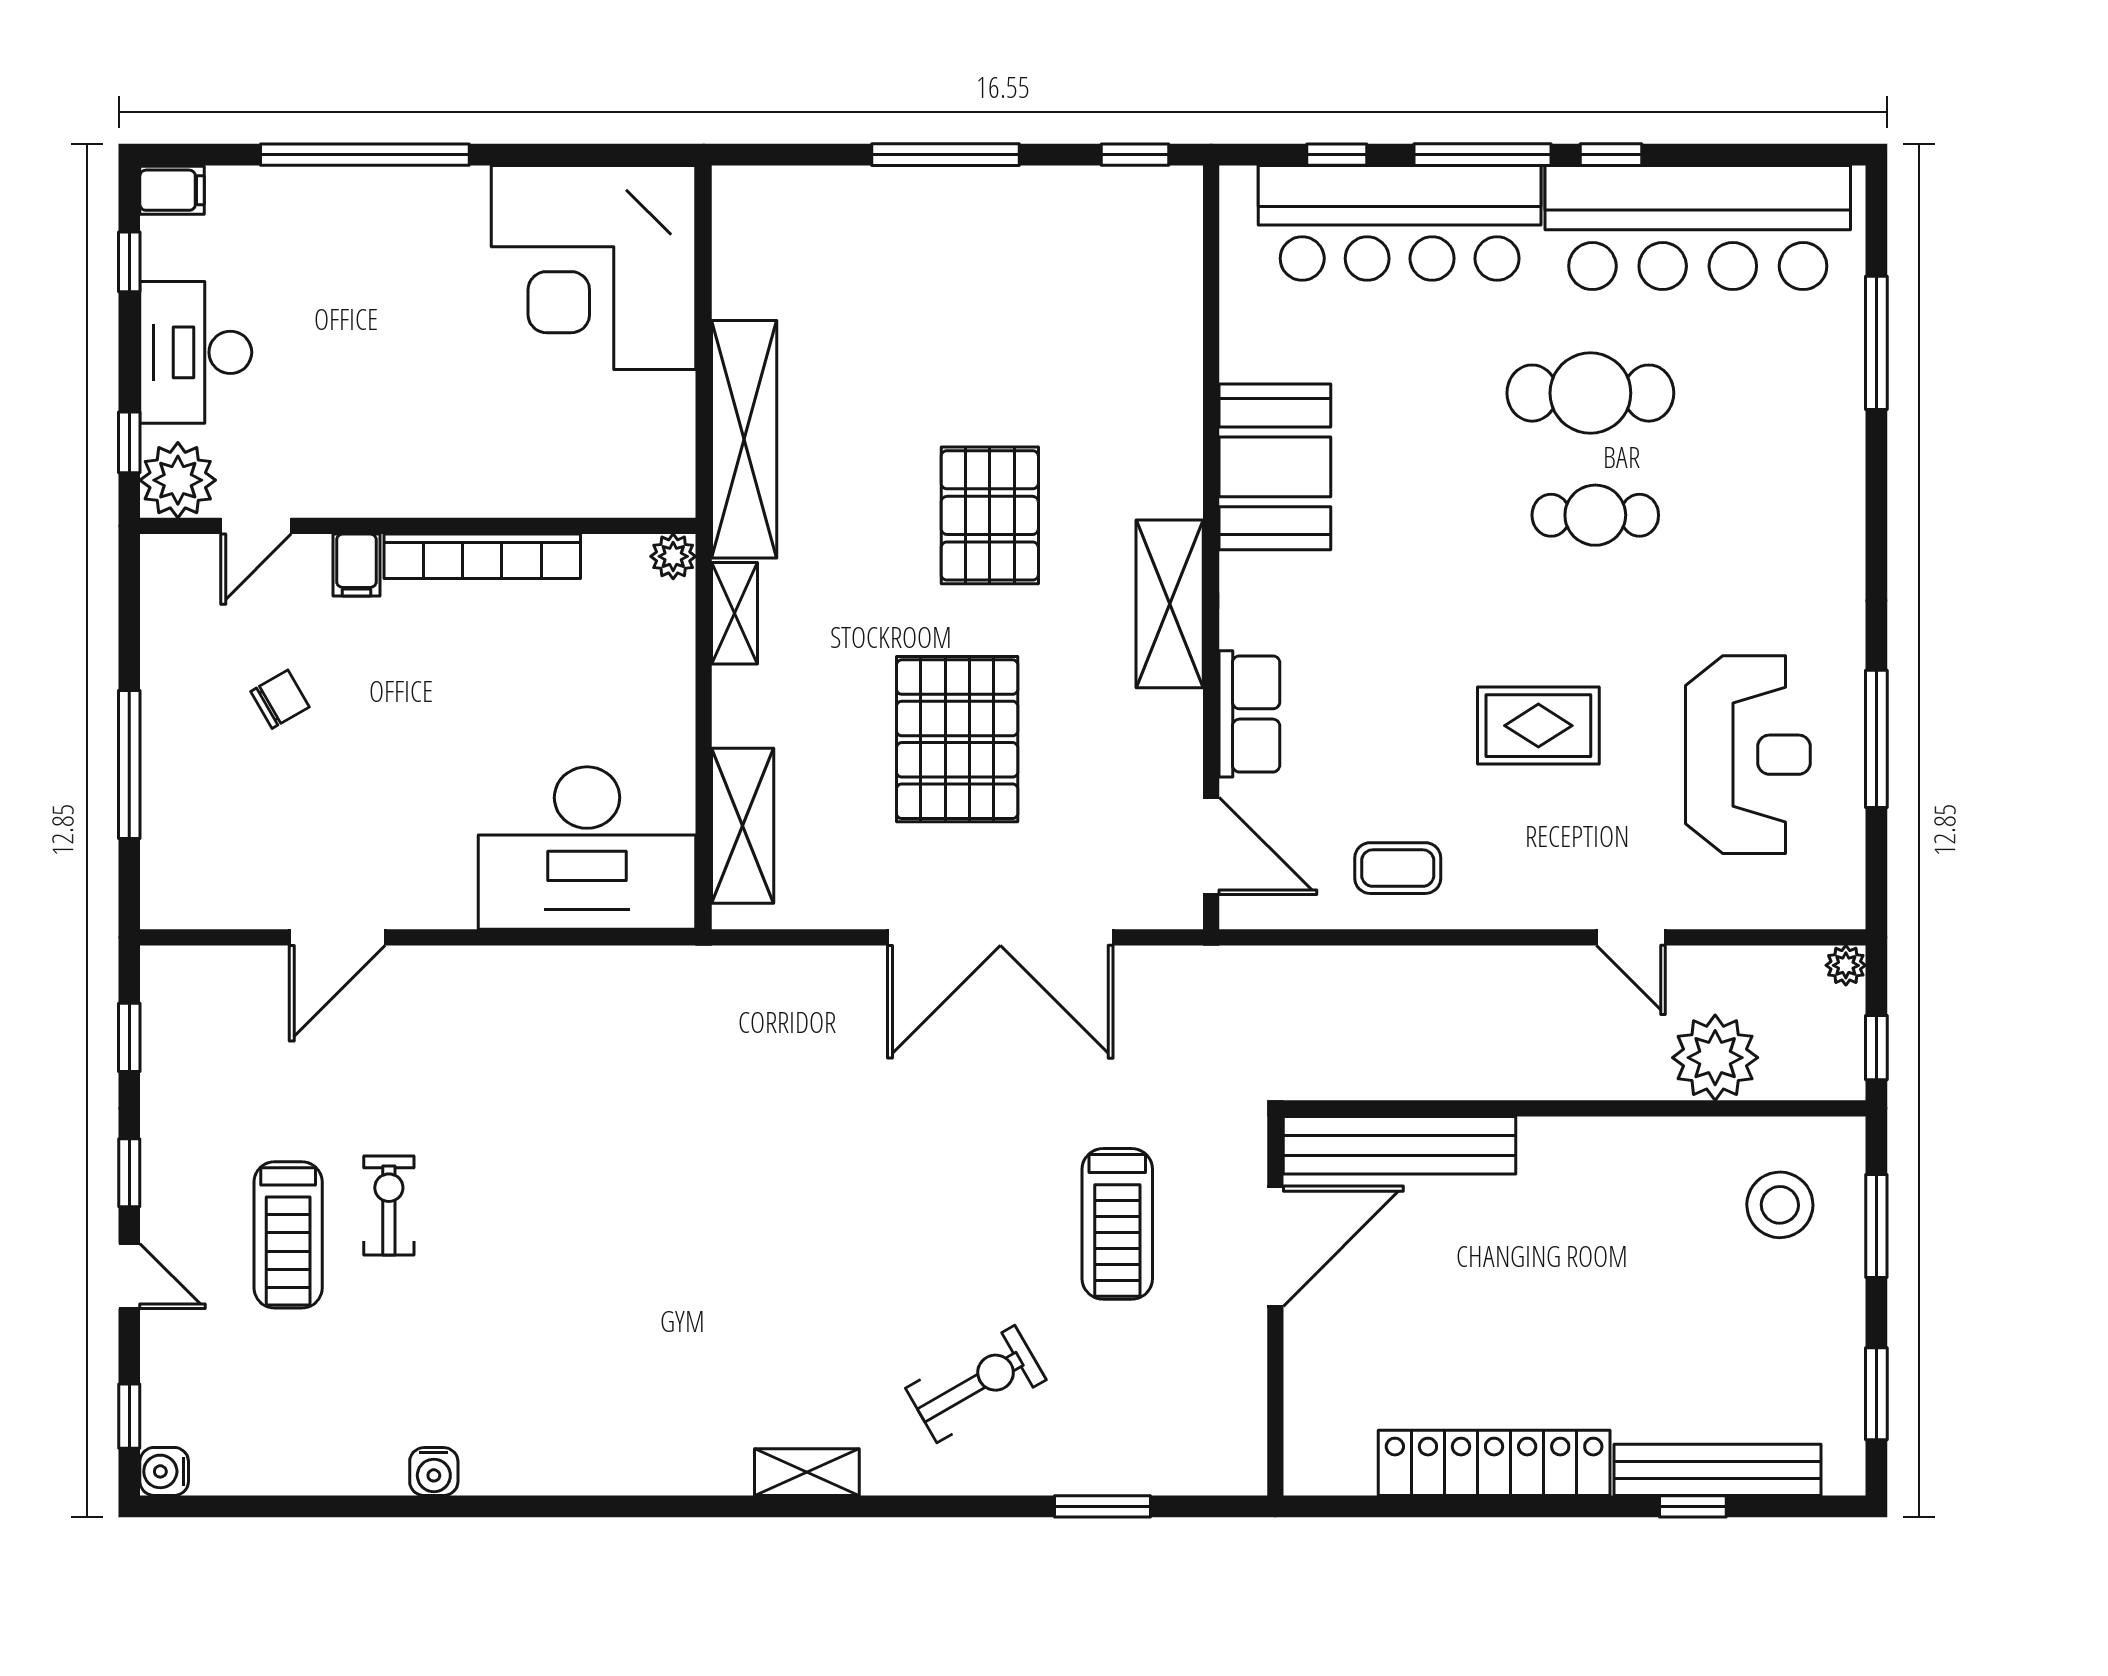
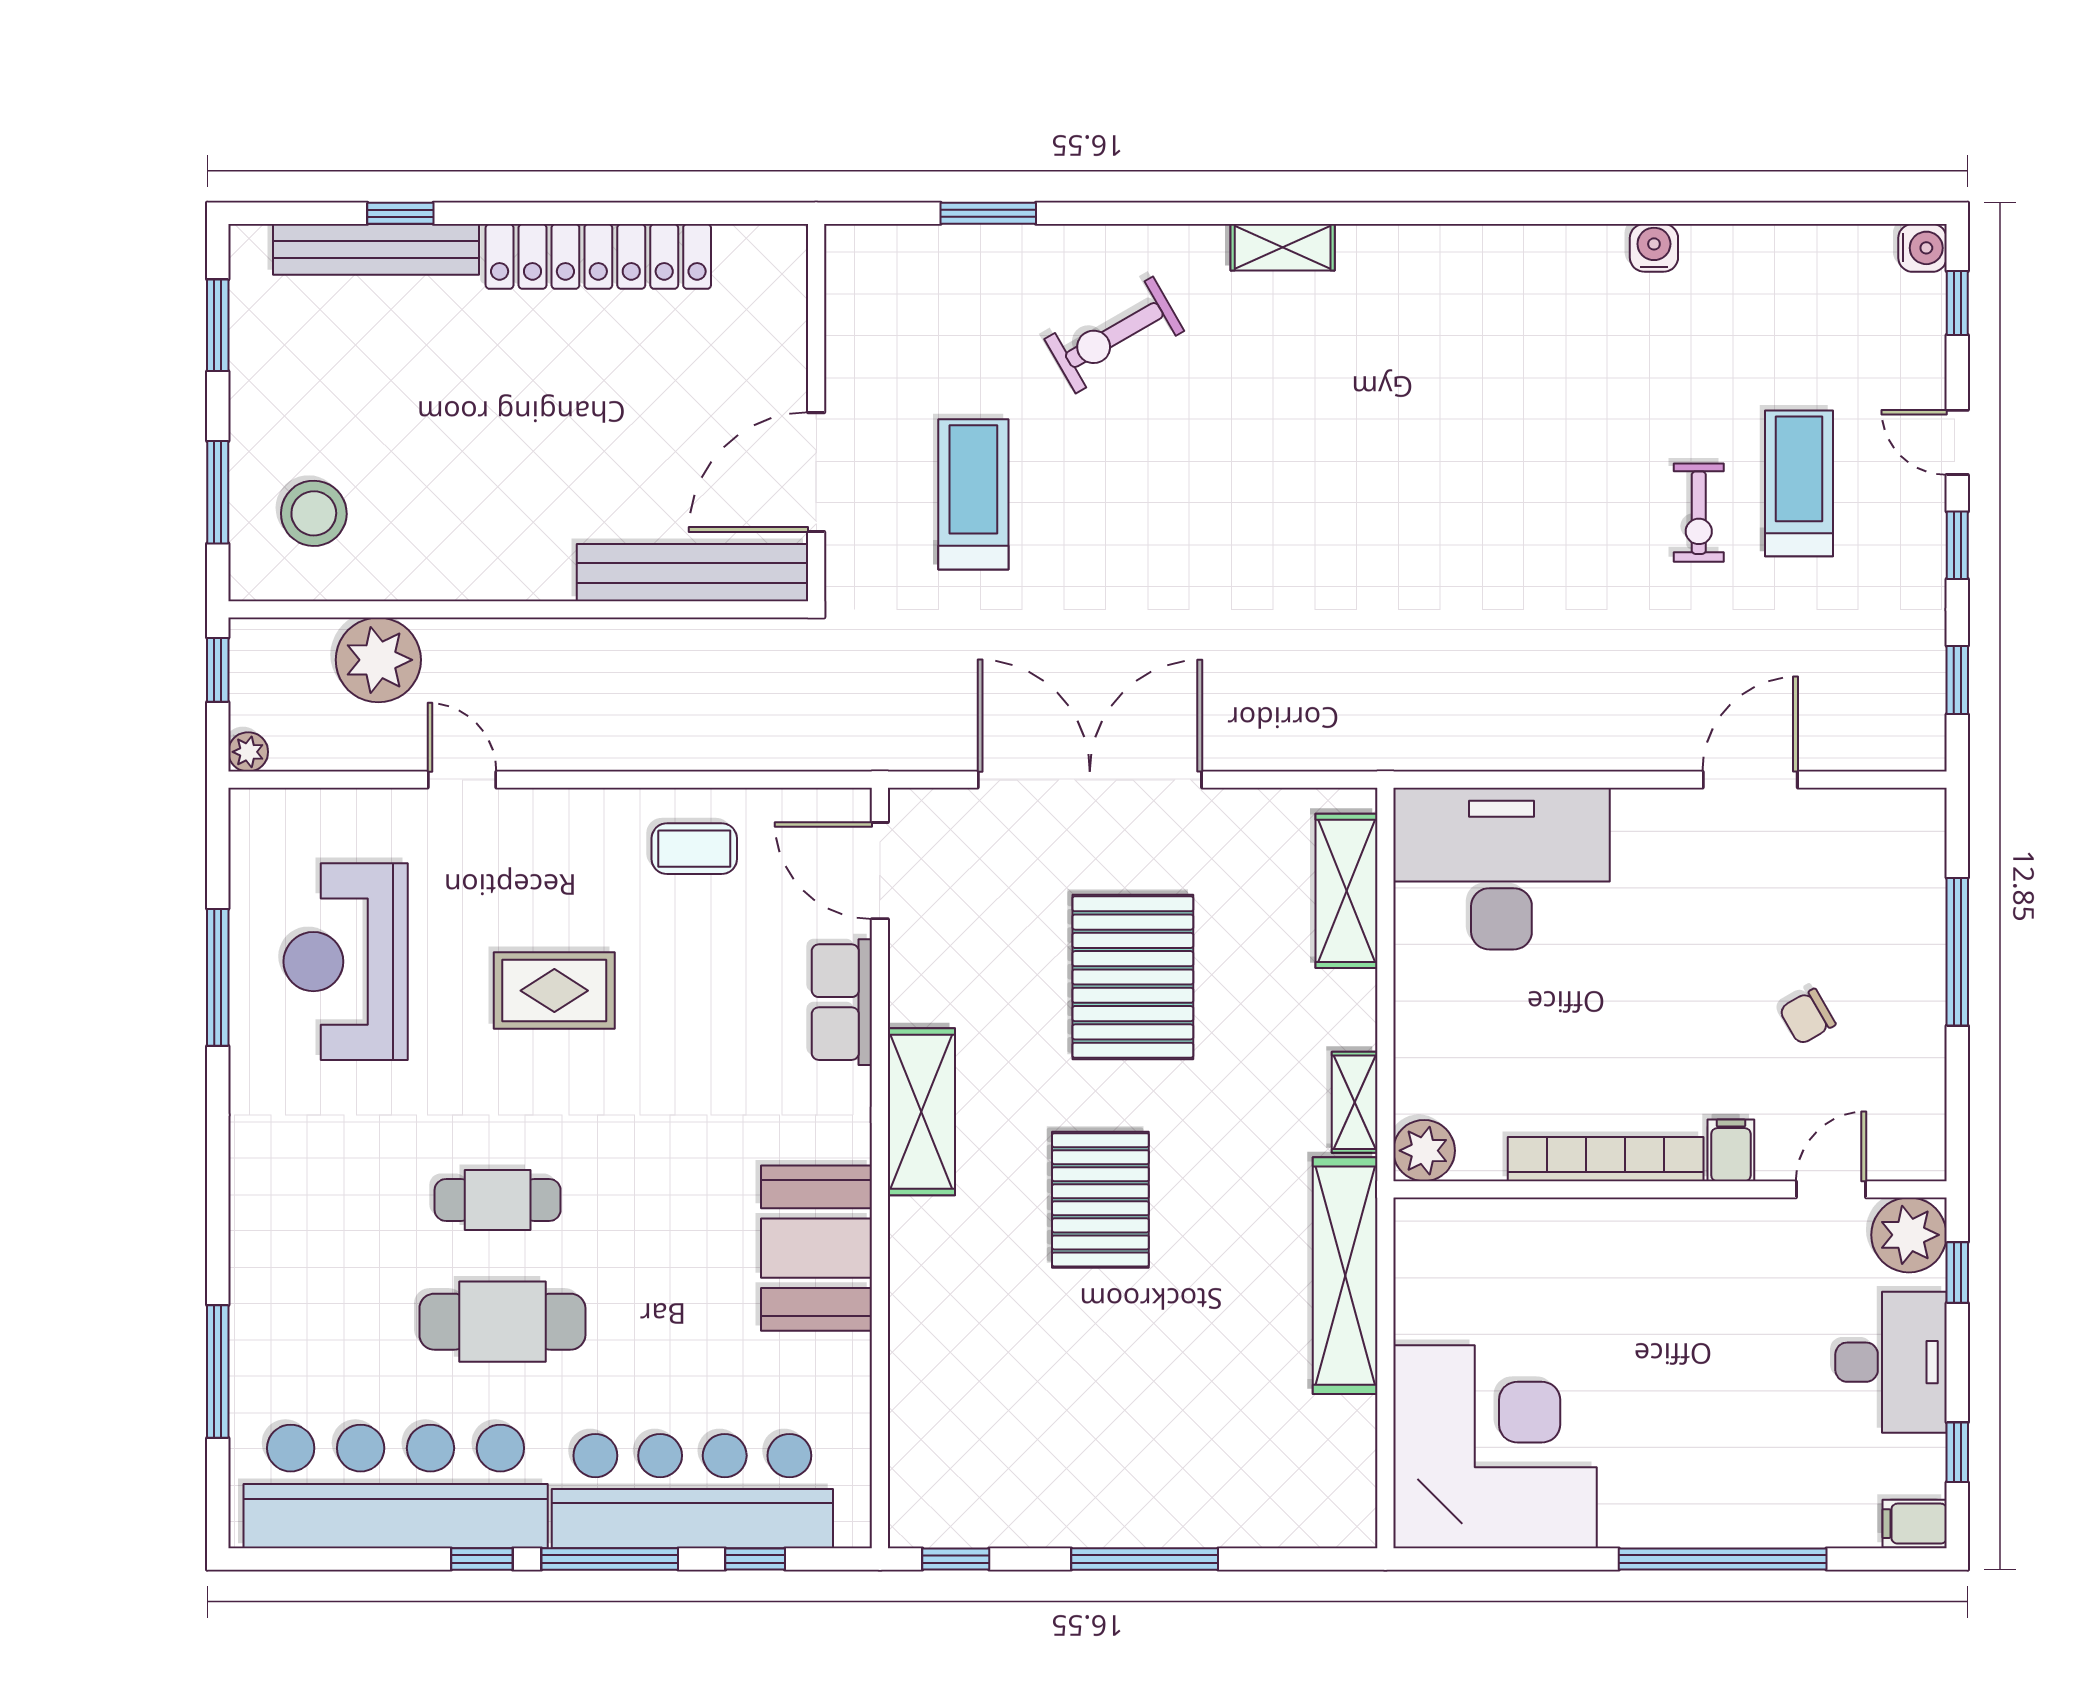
plant: (673, 556) -> (1424, 1151), width x1.38, depth x1.38

